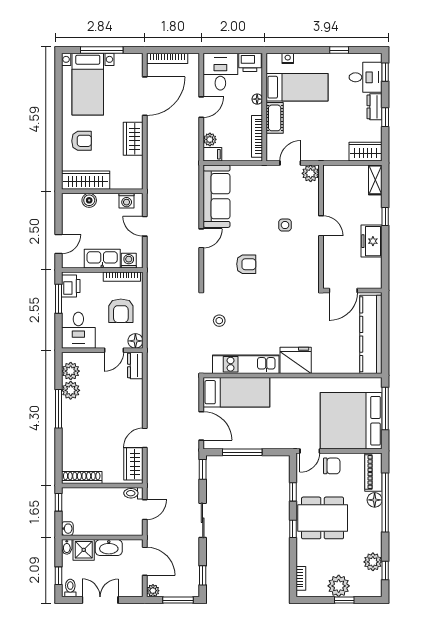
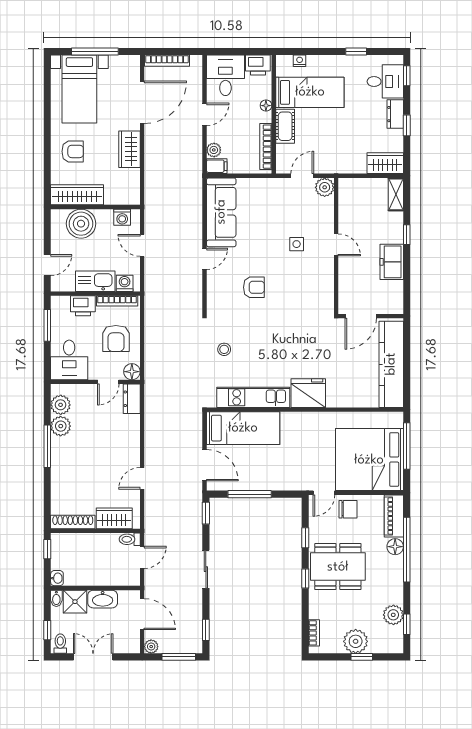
boiler: (89, 200) -> (81, 224), width x1.86, depth x1.86
printer: (71, 286) -> (83, 306), moved, turned 90
wardrobe: (133, 464) -> (114, 518), moved, turned 90

